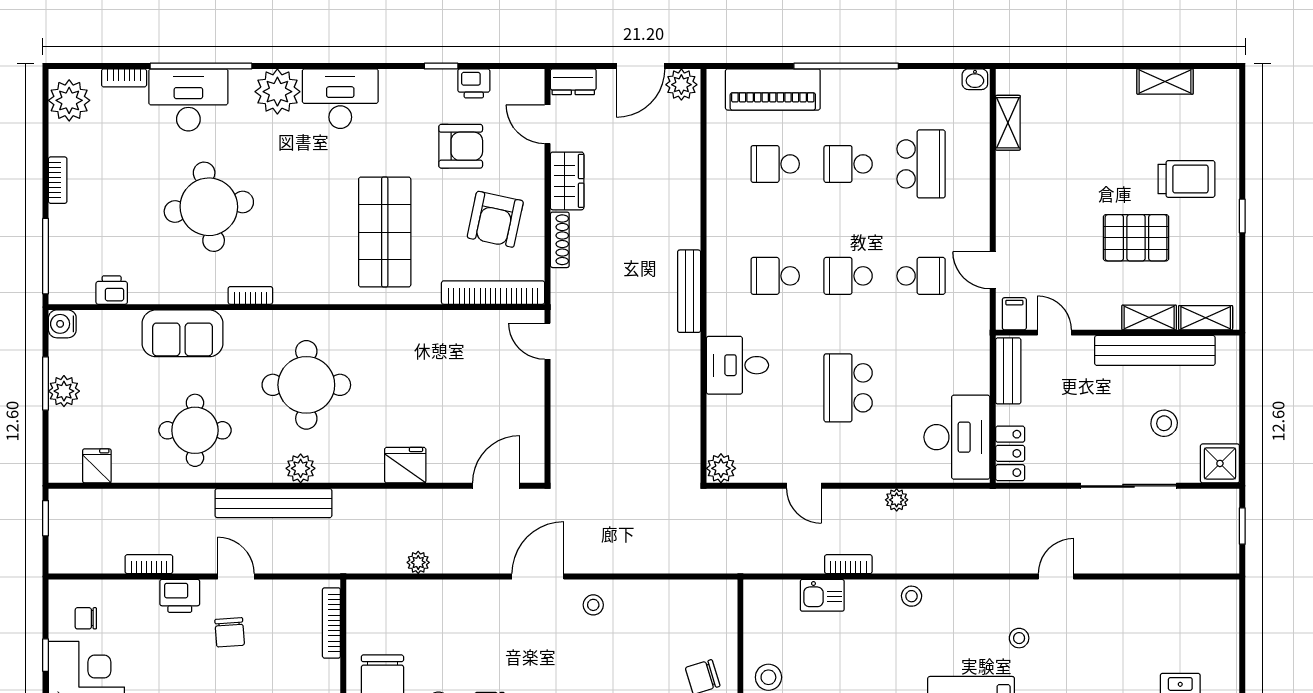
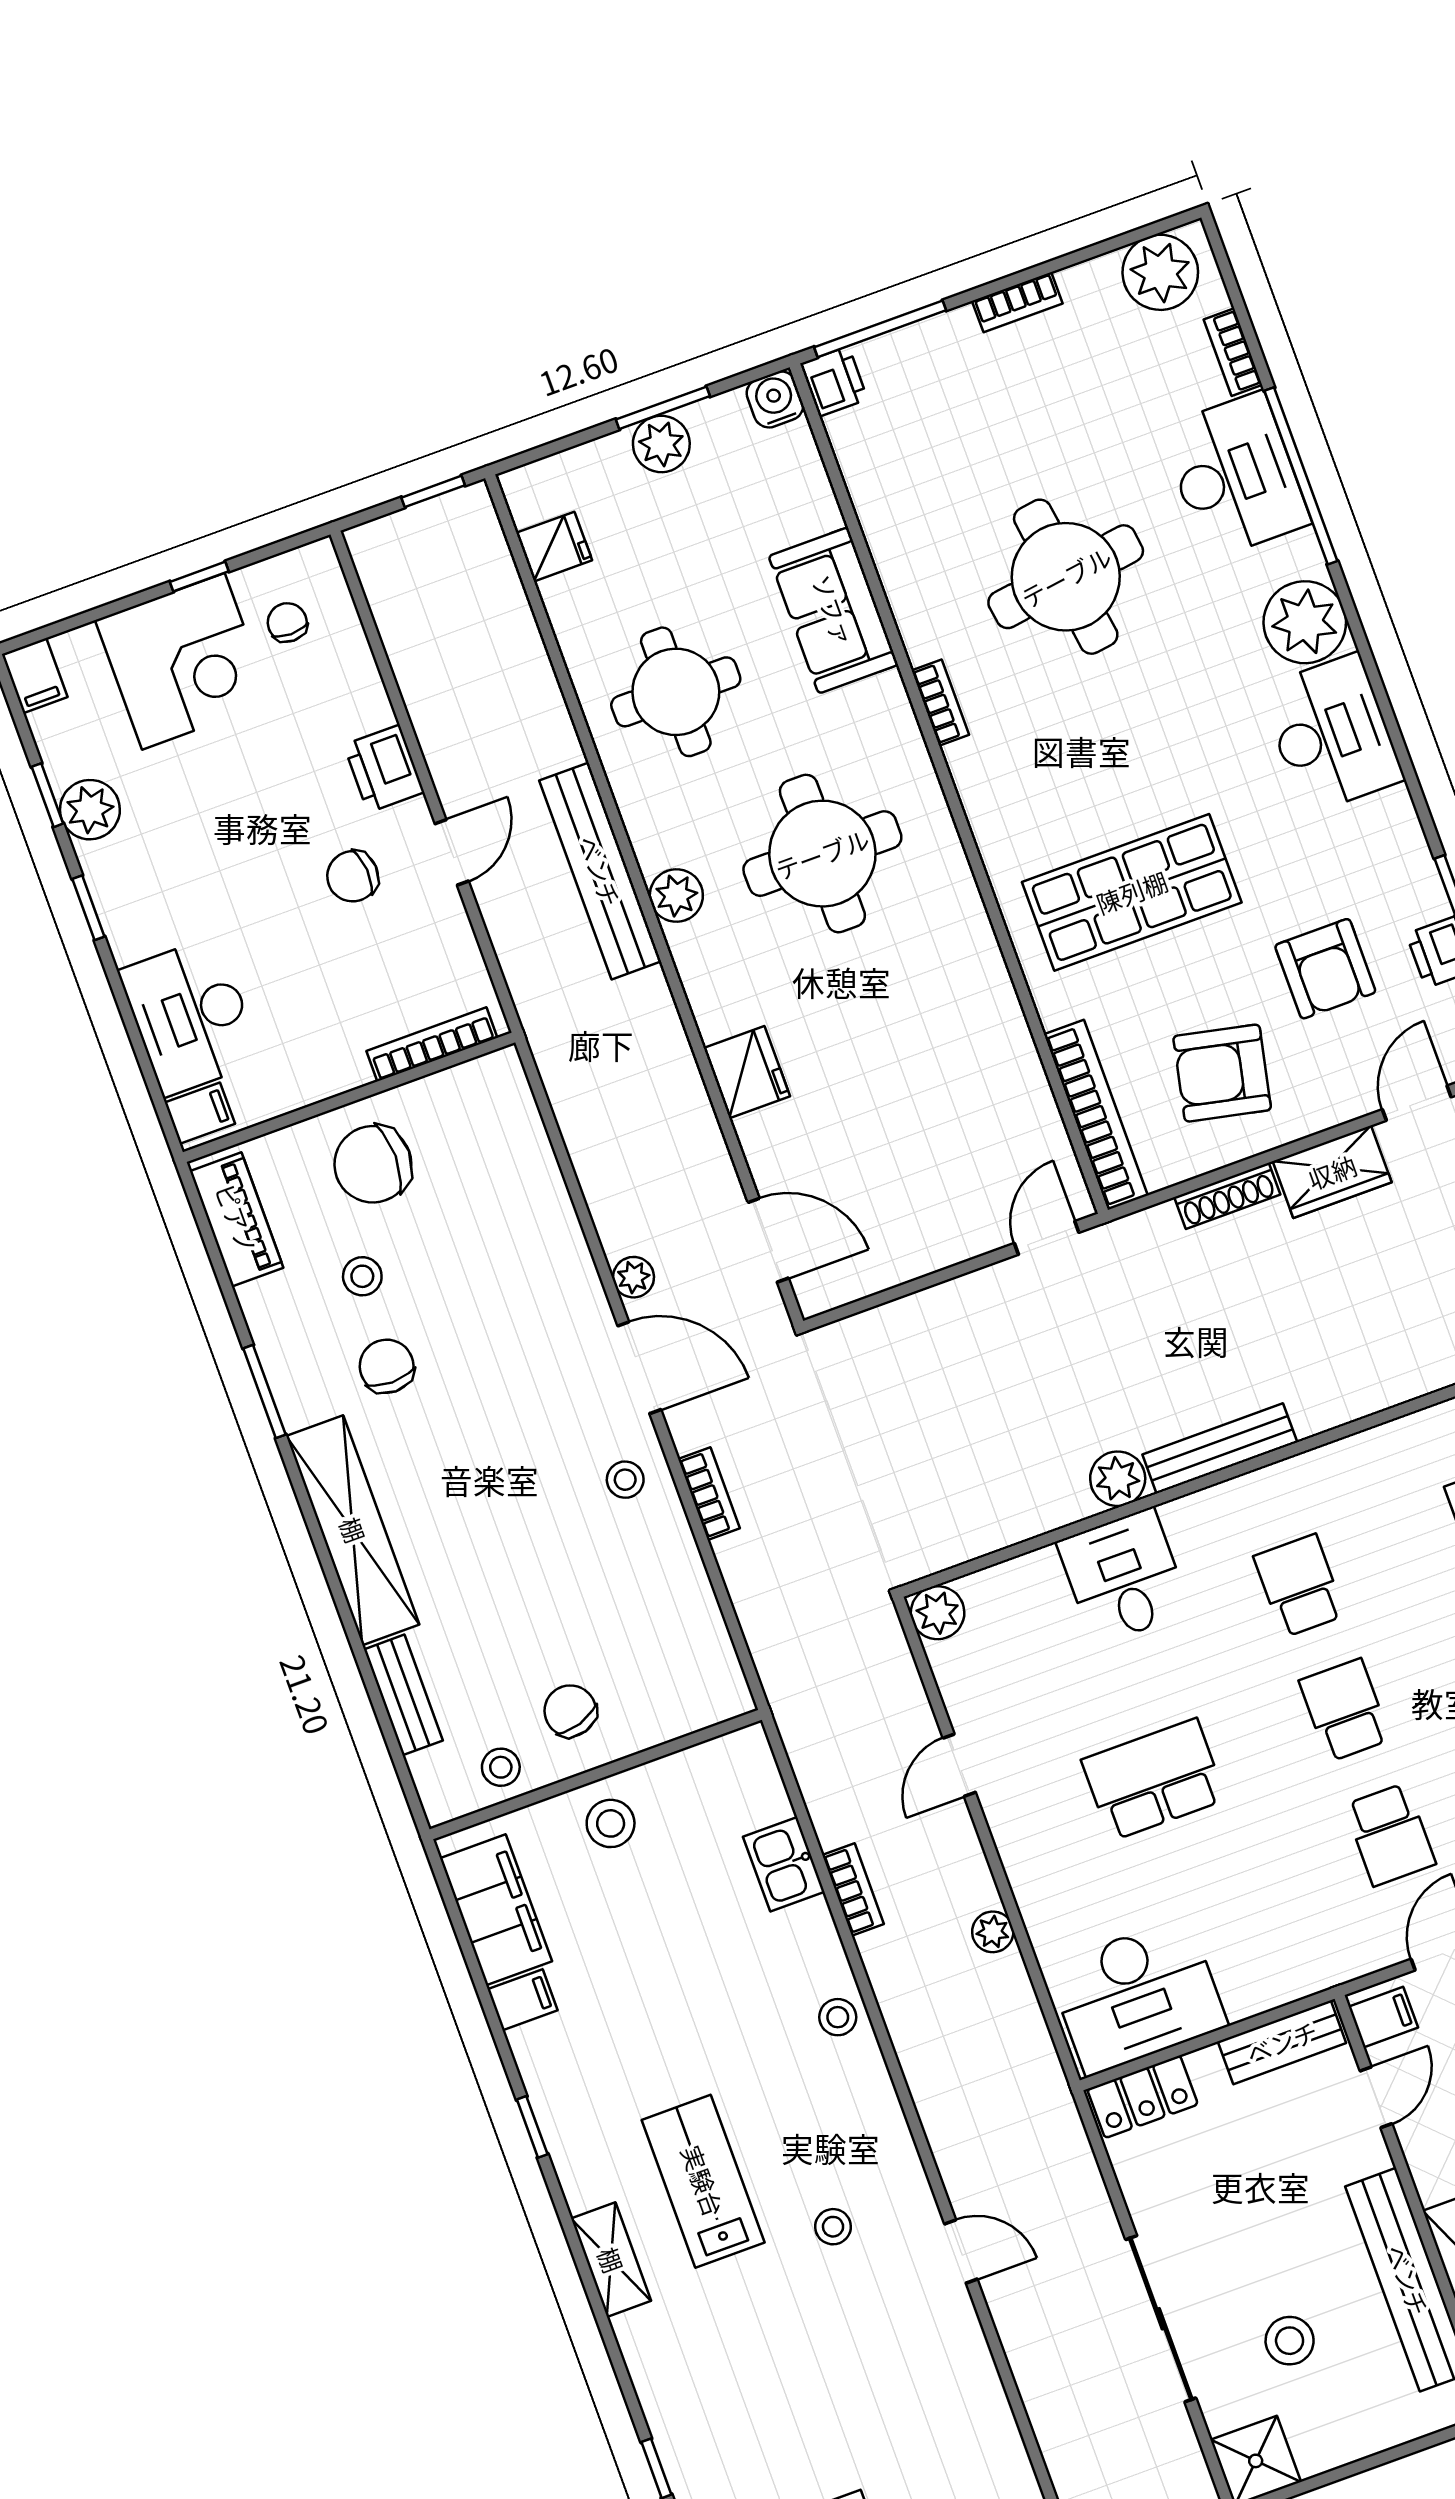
printer: (112, 290) -> (834, 381), moved
plant: (686, 350) -> (1118, 1479), added
plant: (418, 562) -> (633, 1277), moved
bookcase: (149, 564) -> (709, 1494), moved

